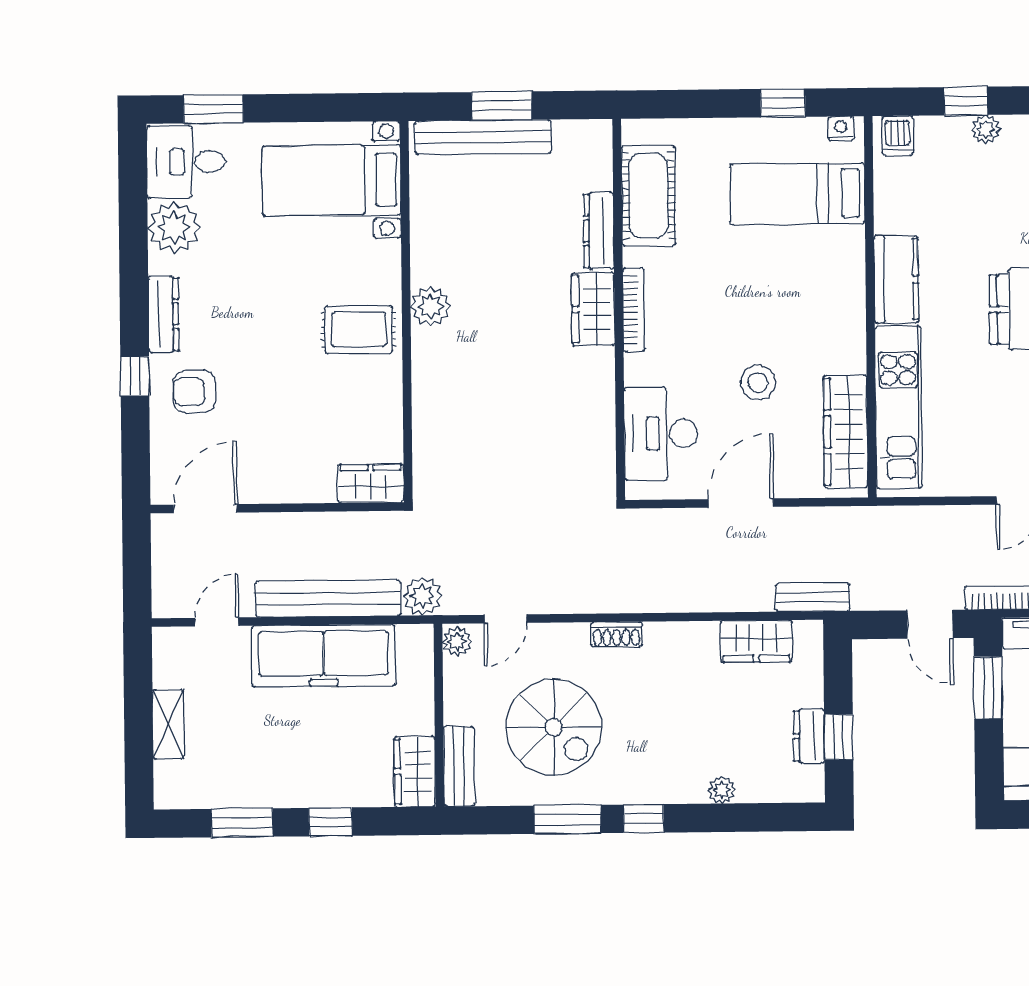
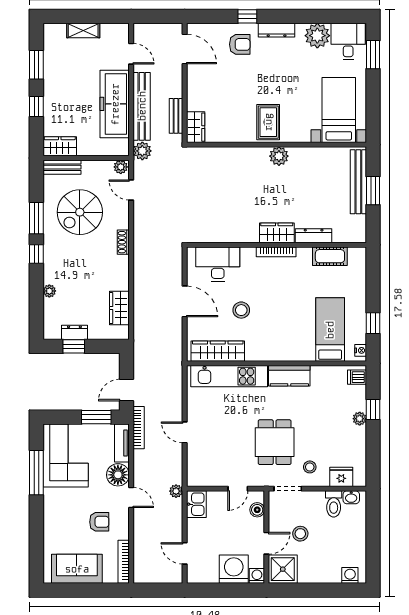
cot: (648, 196) -> (330, 256), width x0.73, depth x0.75
armchair: (194, 392) -> (240, 44), turned 90
bench: (812, 597) -> (176, 116), moved

